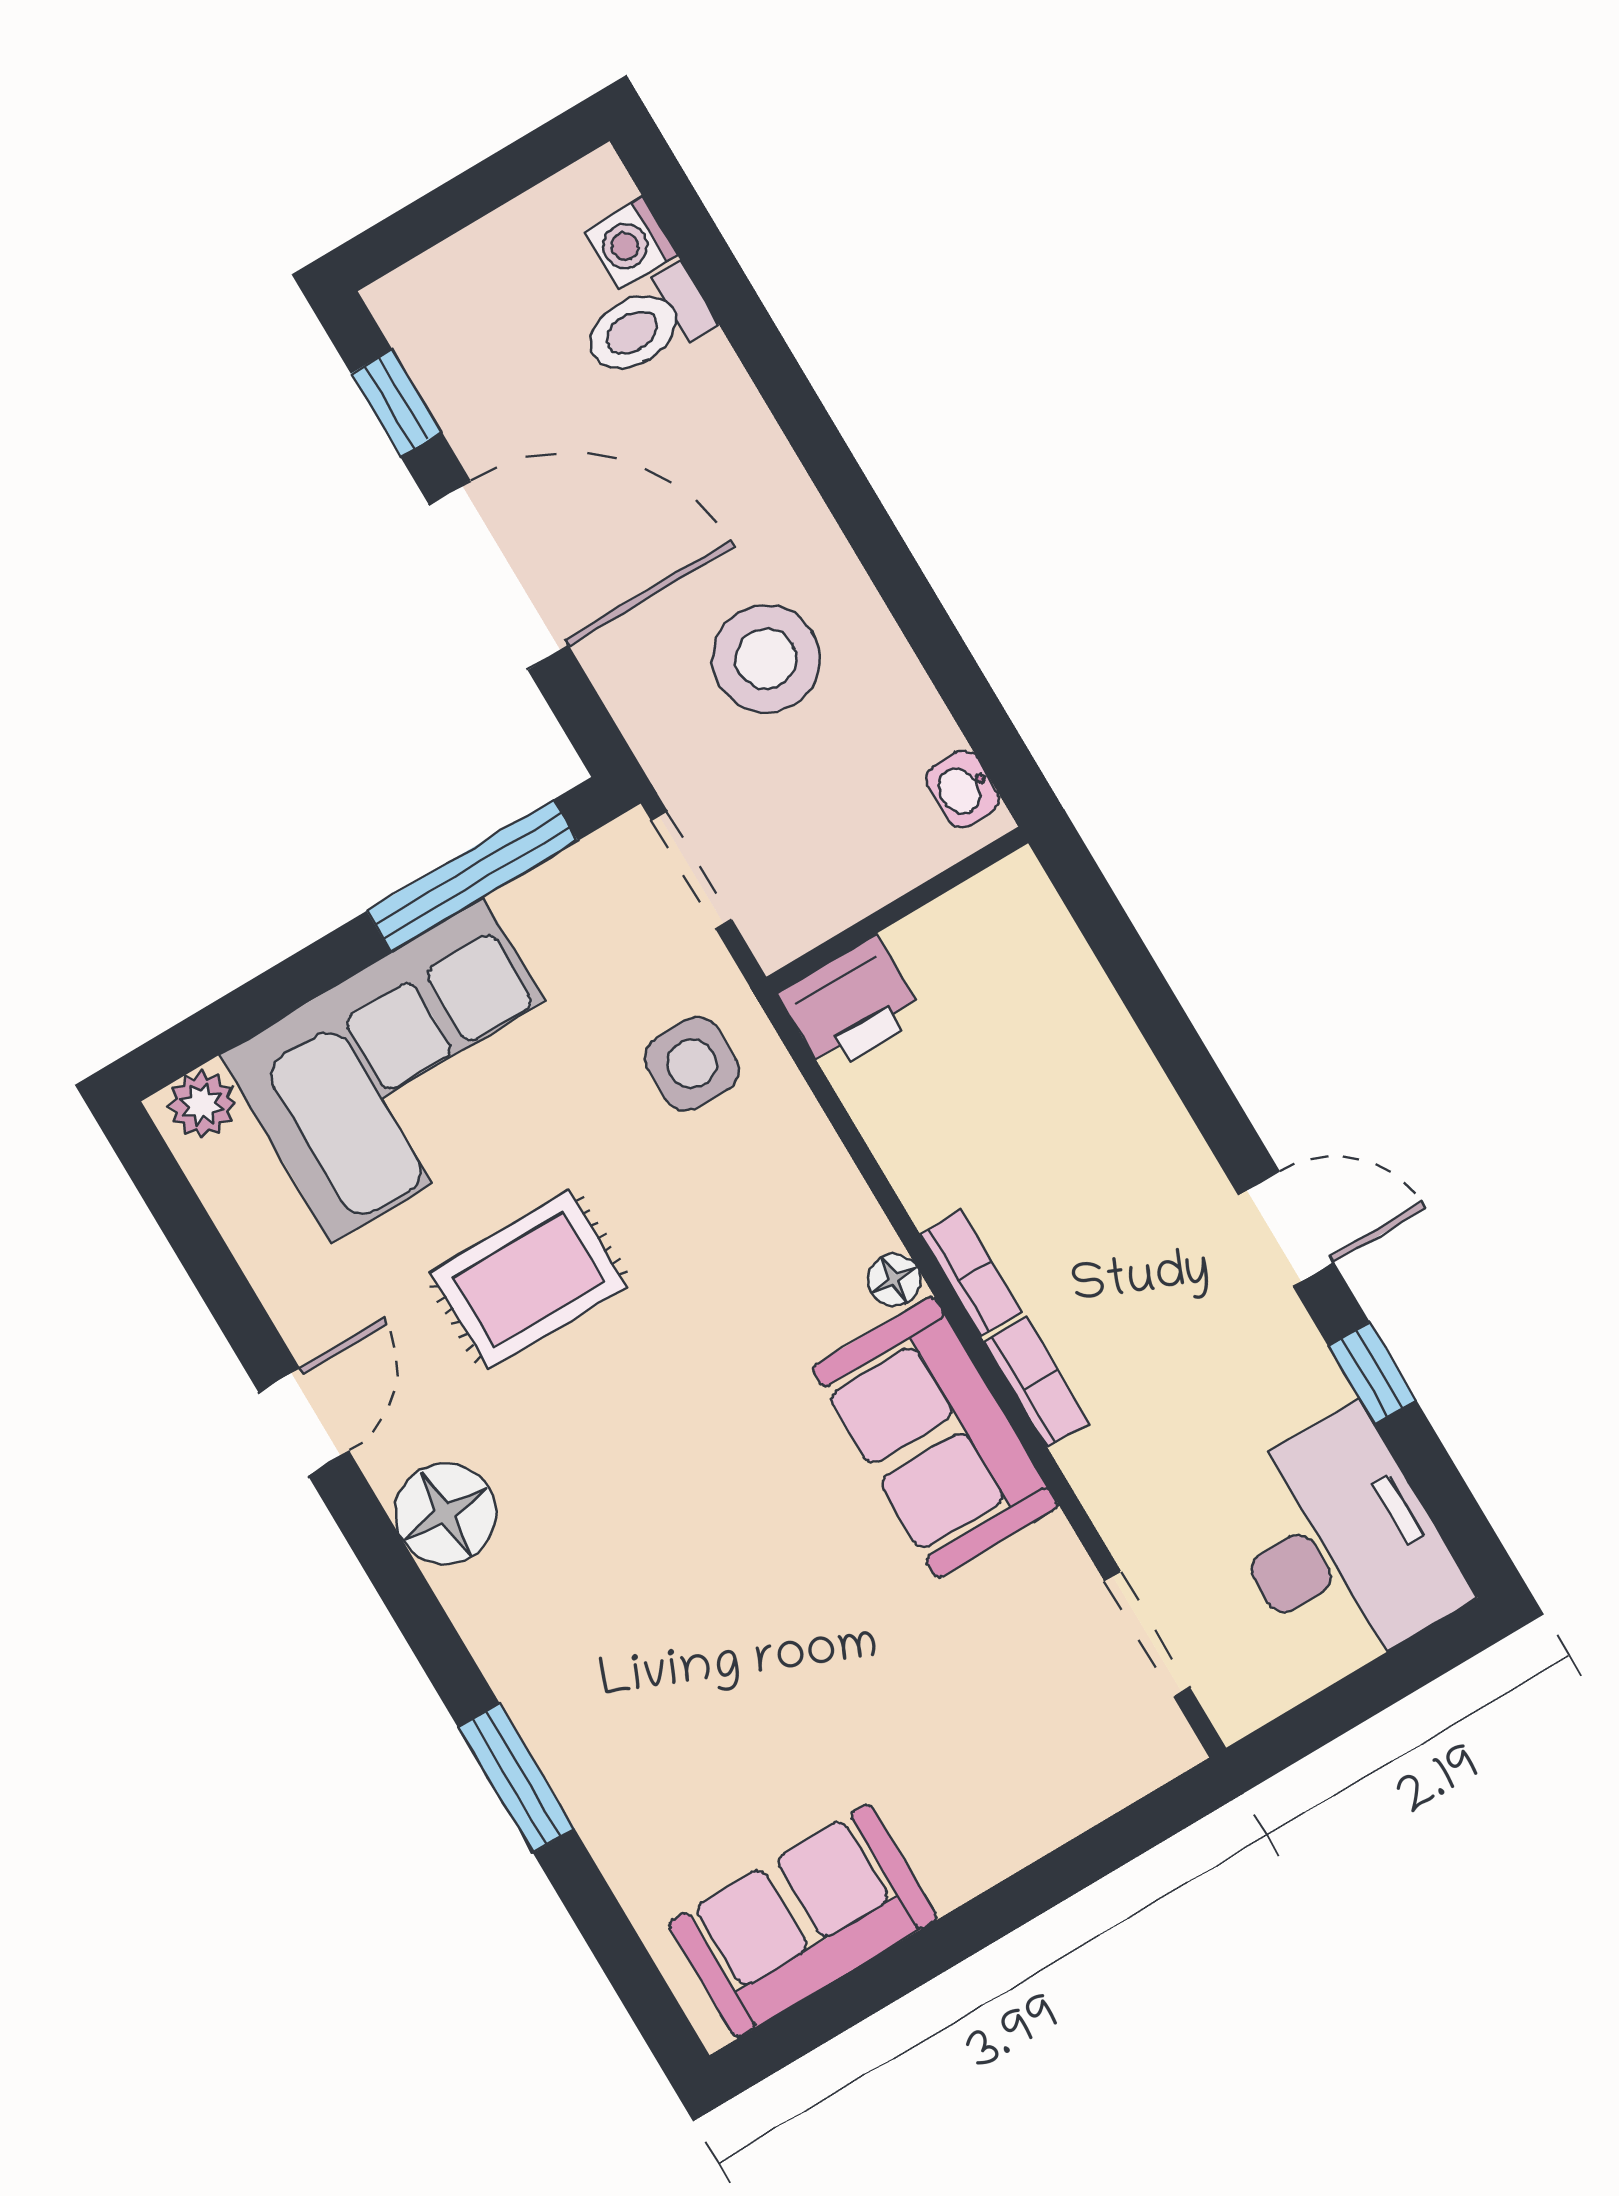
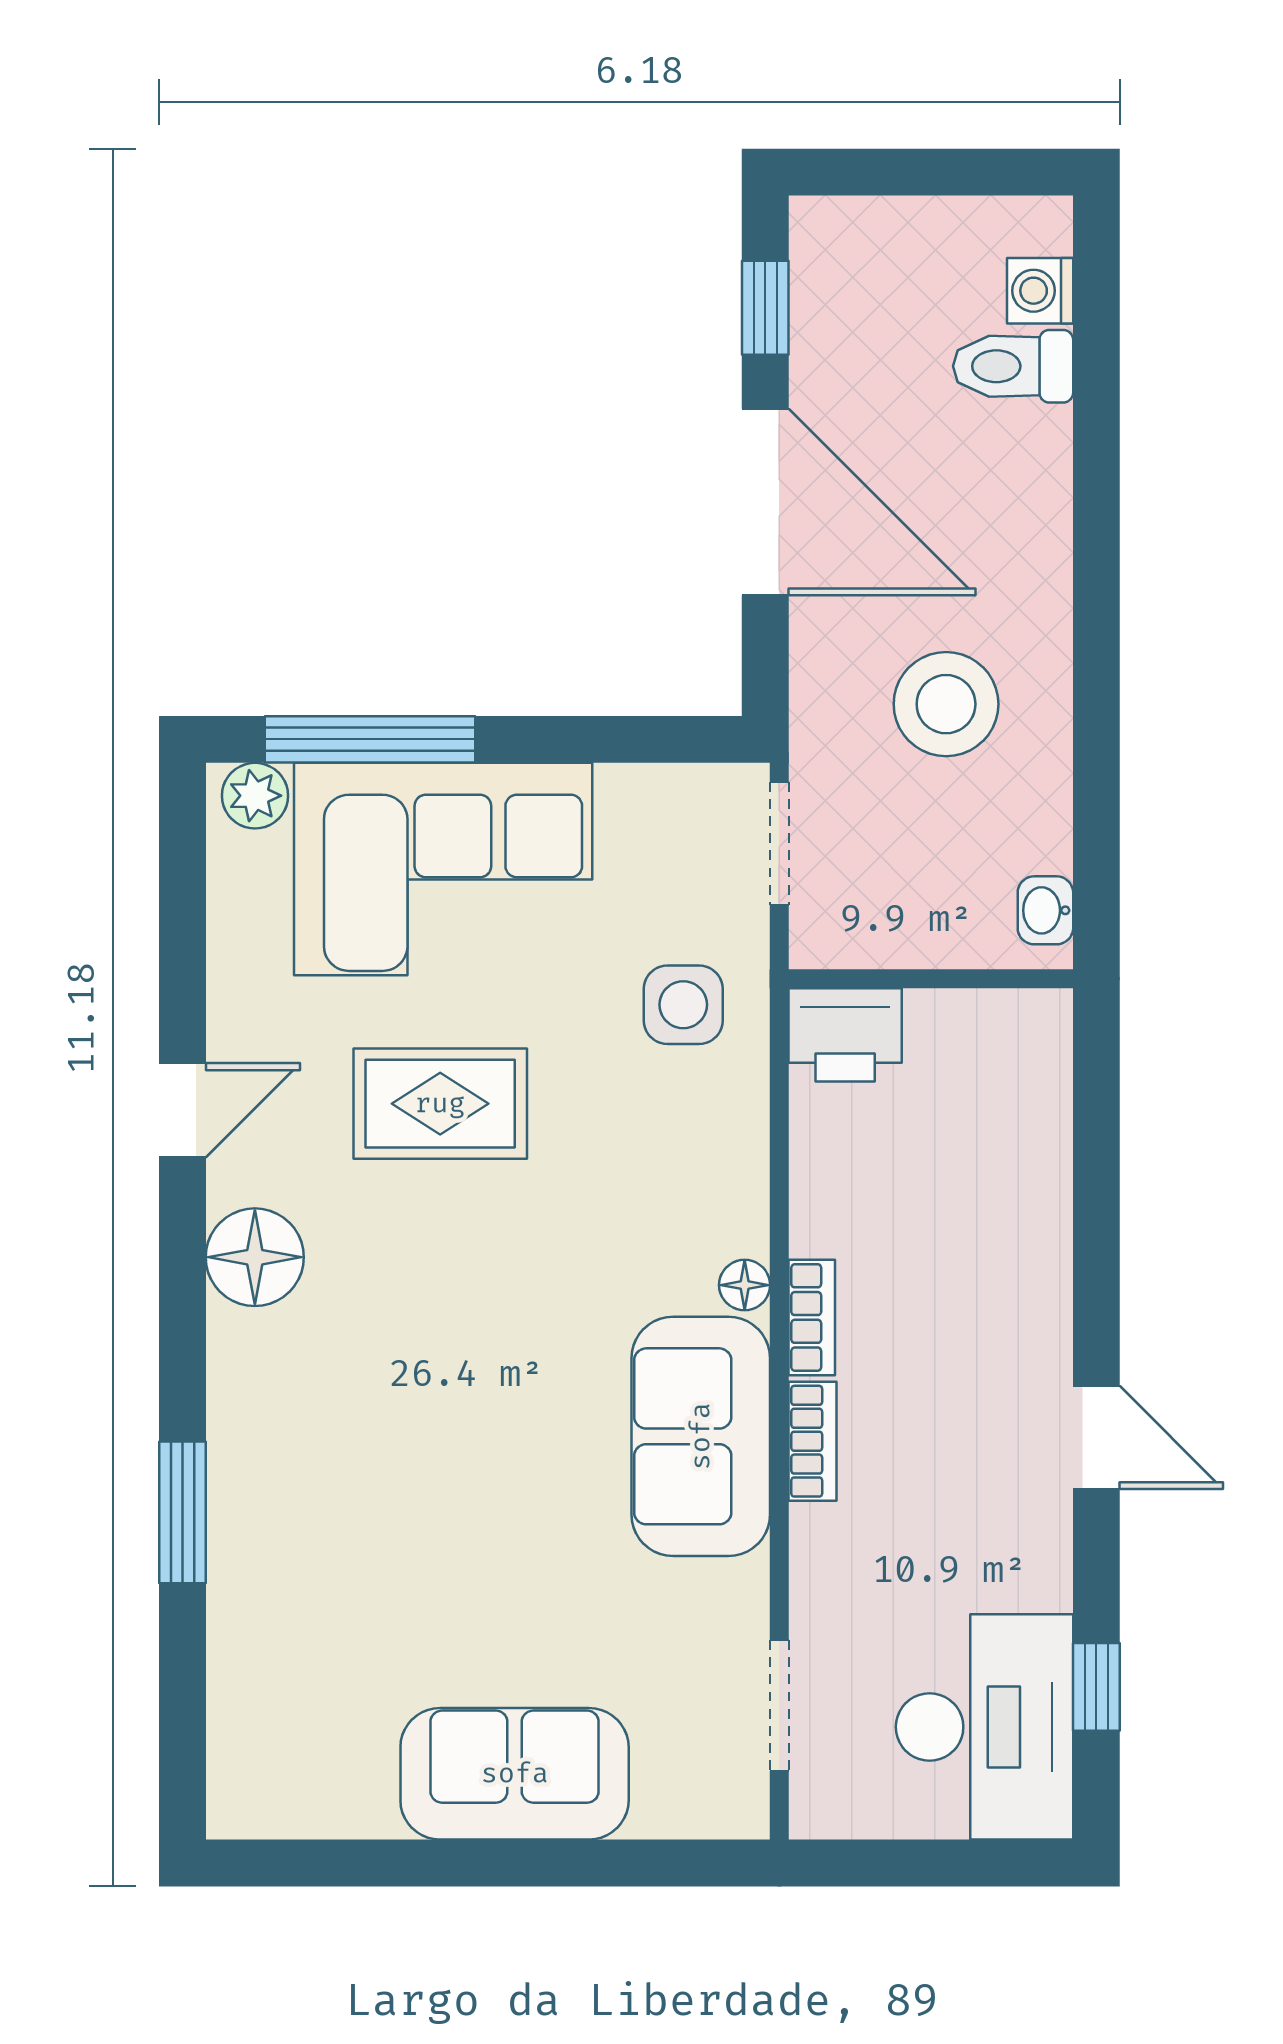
window: (472, 876) -> (370, 739), moved
window: (1372, 1373) -> (1096, 1687), moved
sofa: (803, 1921) -> (515, 1774), moved

